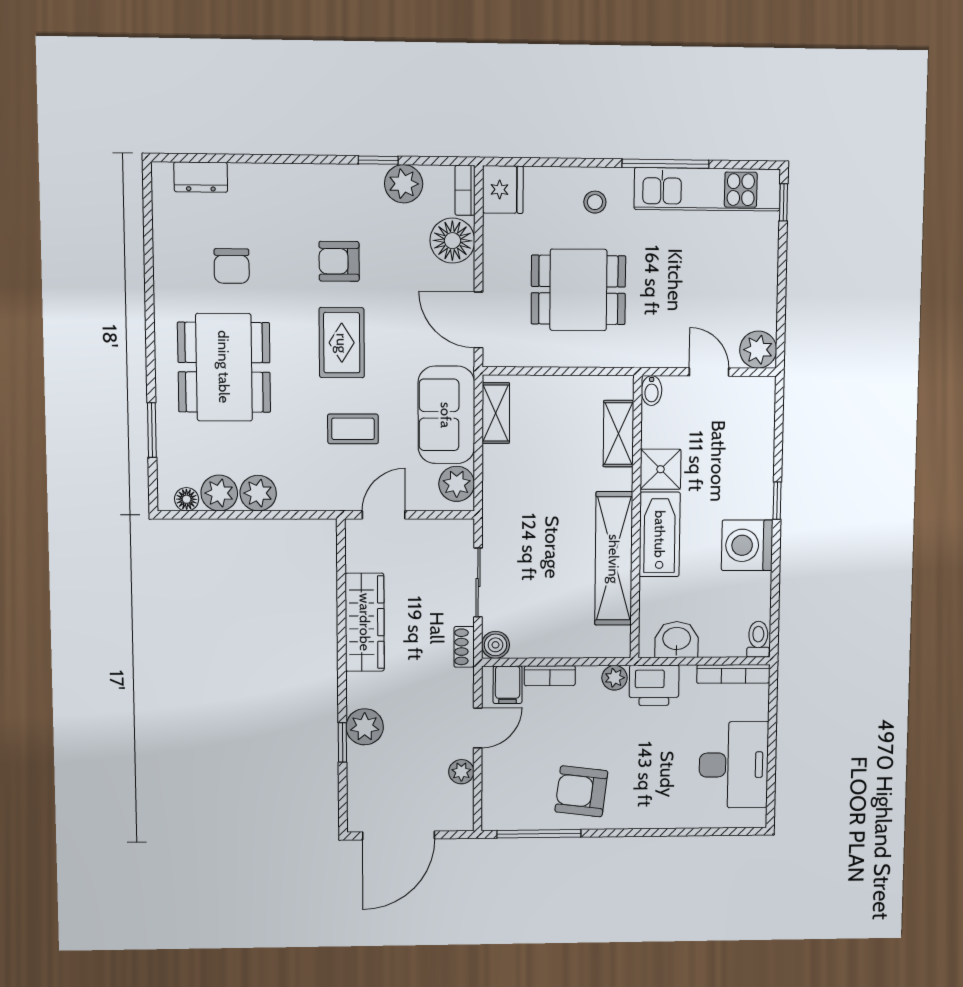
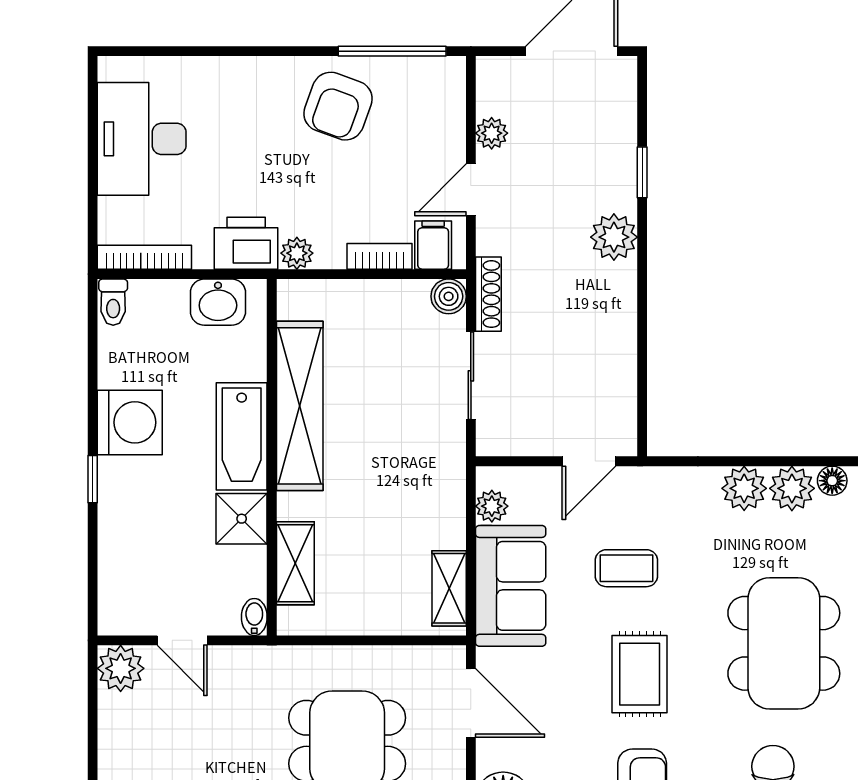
plant: (457, 484) -> (492, 506), width x0.73, depth x0.73
wardrobe: (365, 622) -> (613, 326), removed
shoe rack: (464, 647) -> (488, 294), width x1.43
plant: (365, 727) -> (614, 237), moved
armchair: (581, 791) -> (338, 106), turned 103

